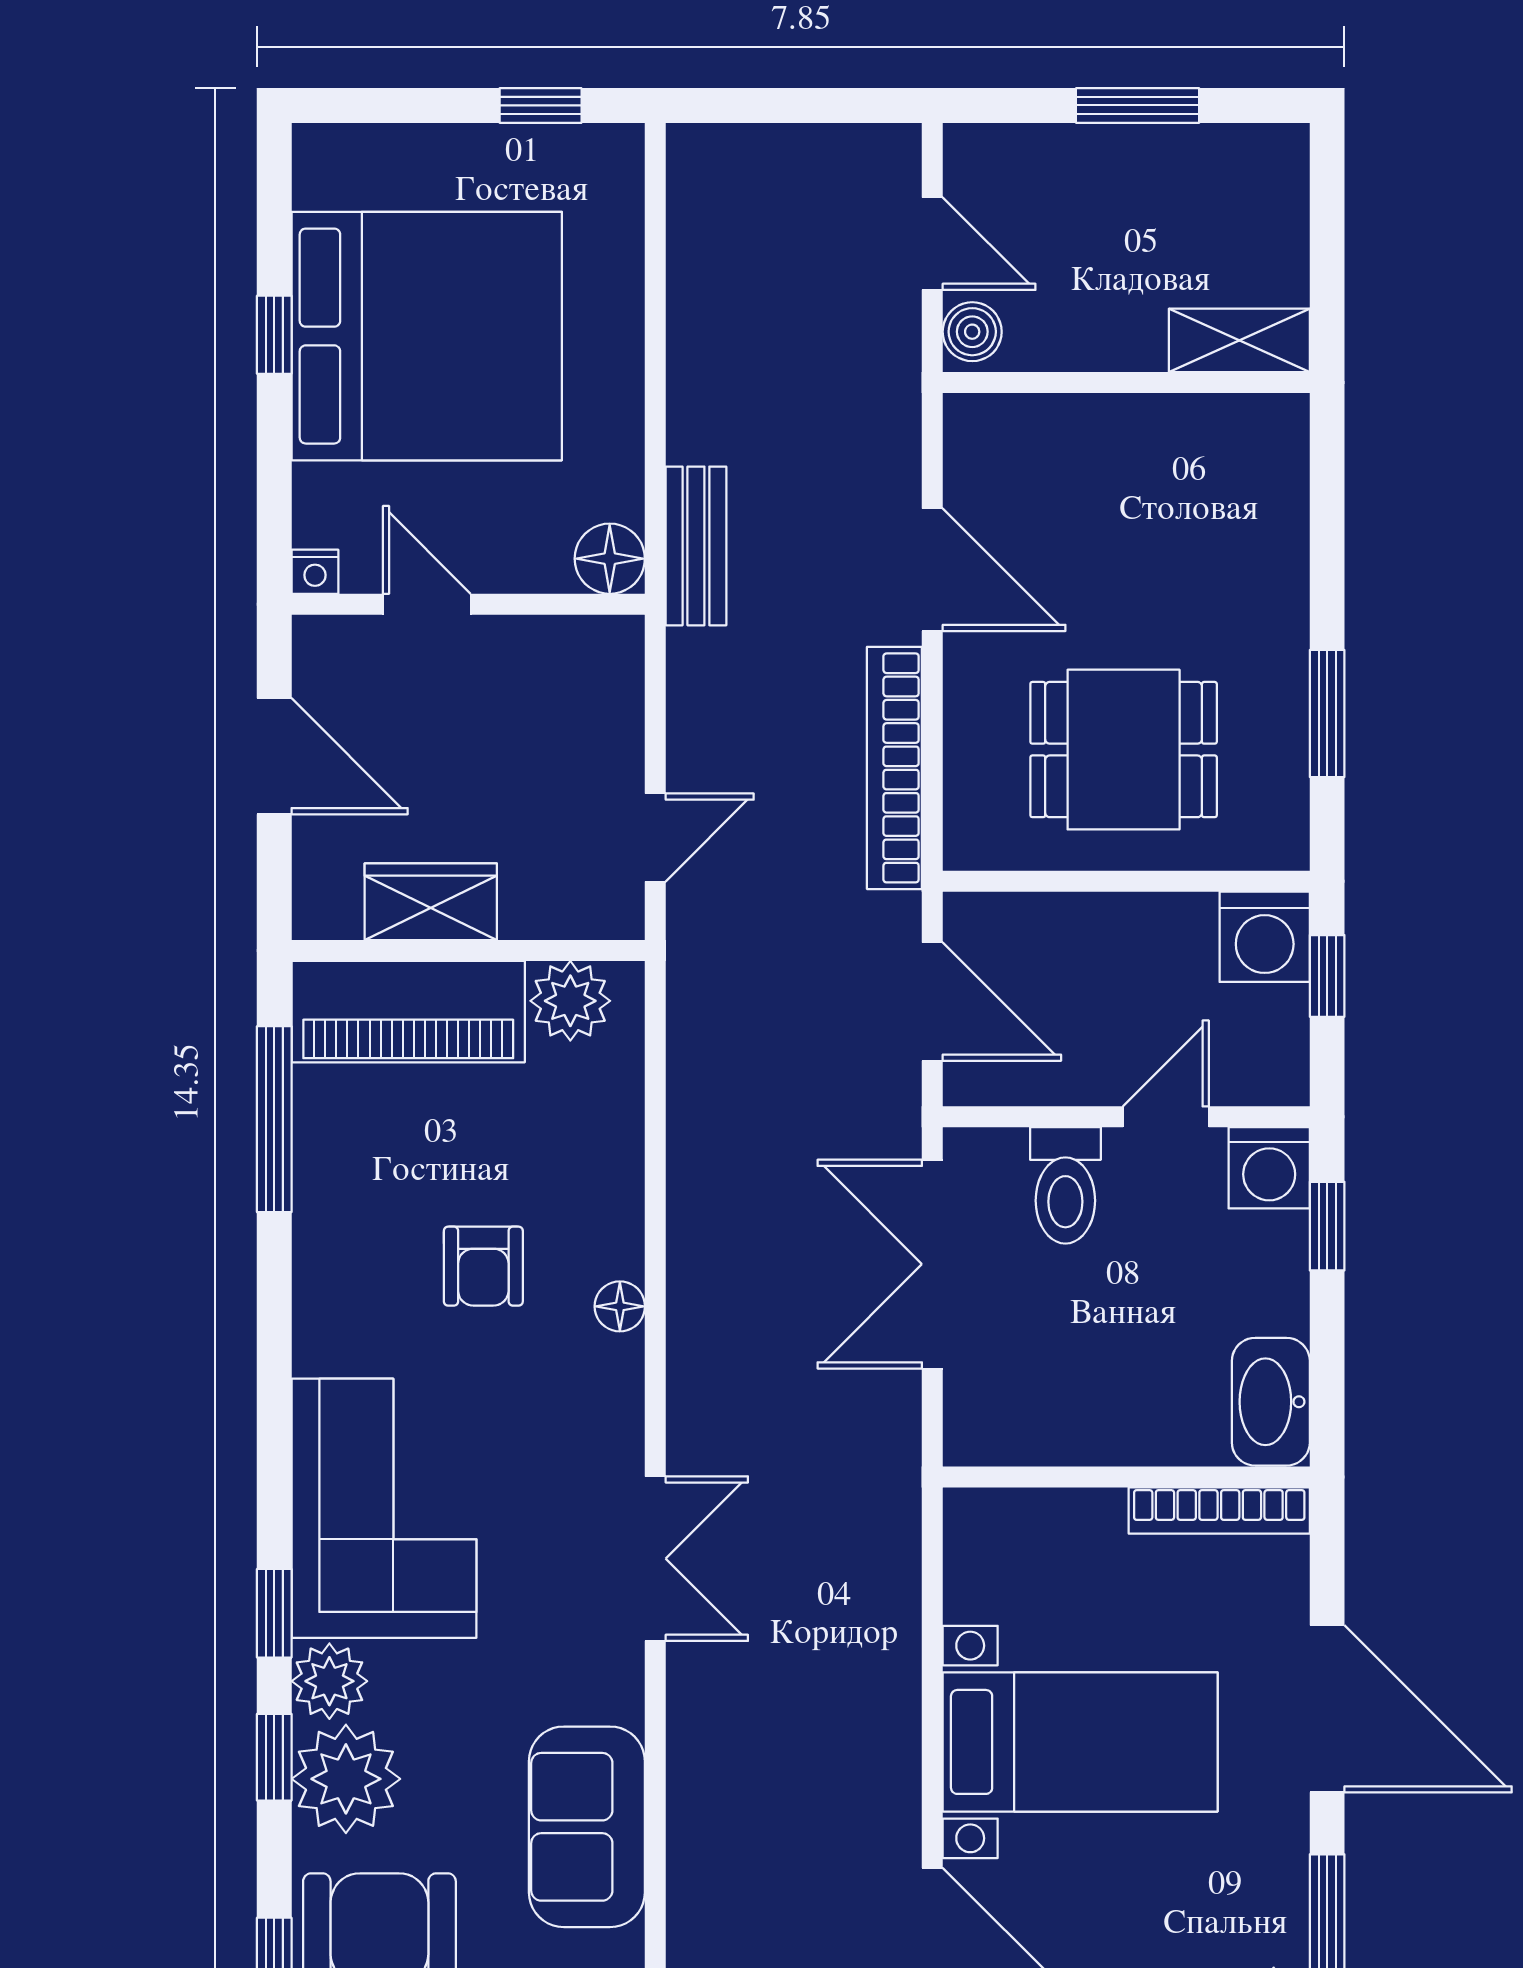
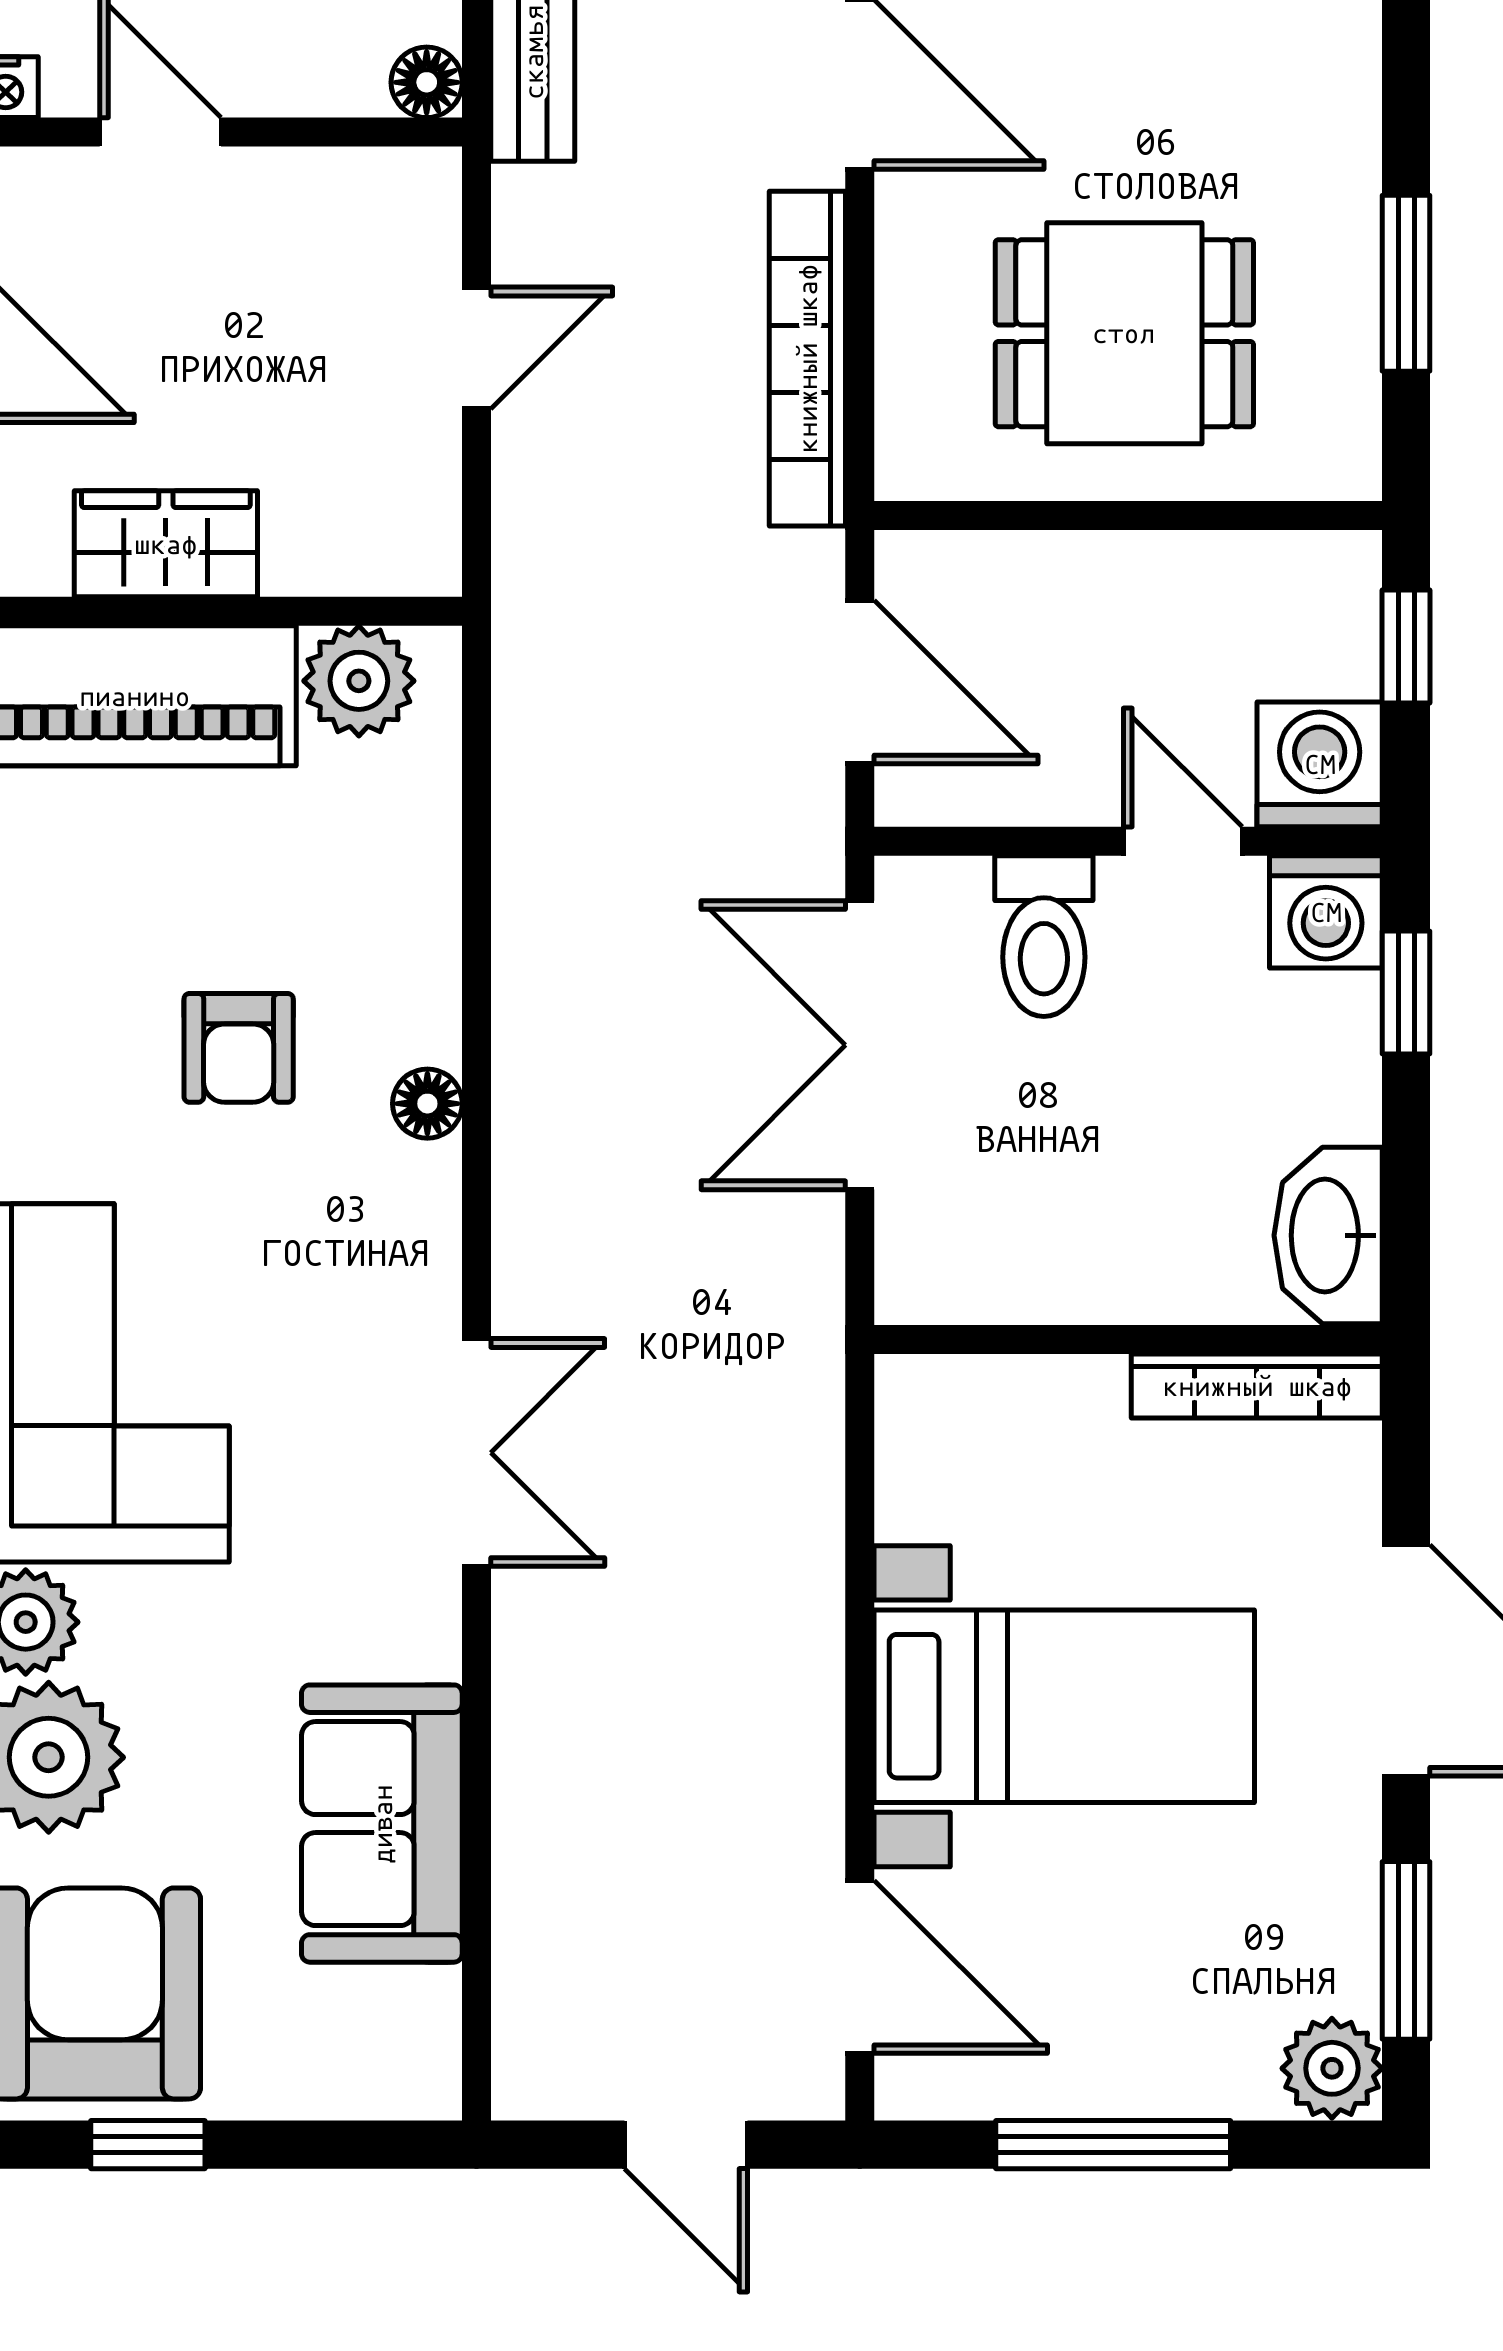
floor lamp: (610, 559) -> (427, 82), width x0.73, depth x0.73
door: (655, 838) -> (476, 348), moved
washing machine: (1265, 937) -> (1320, 764), moved, turned 180
door: (1166, 1117) -> (1183, 841), hinge flipped

